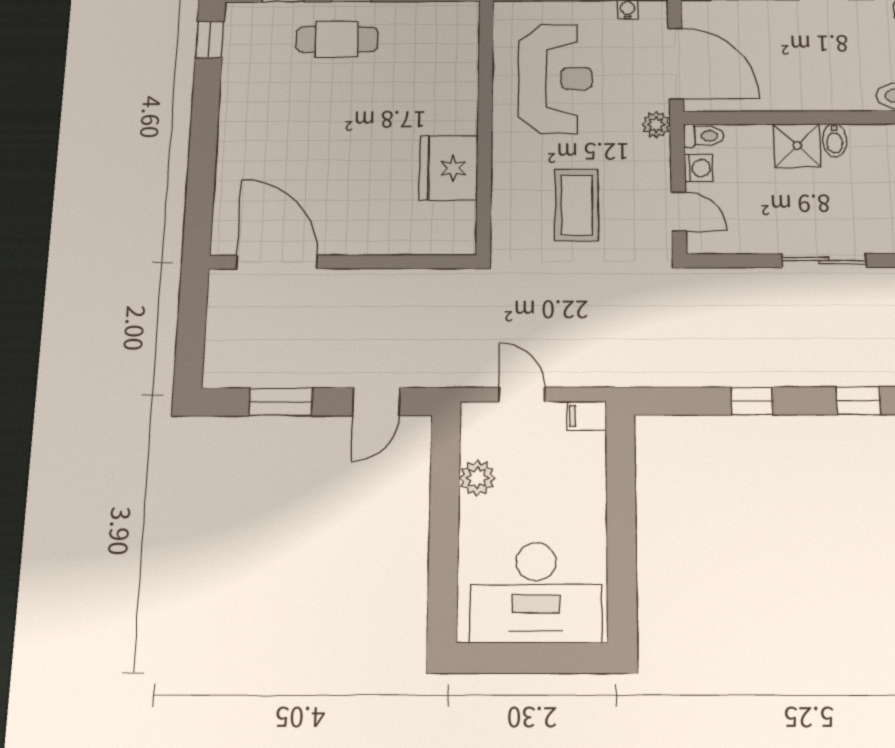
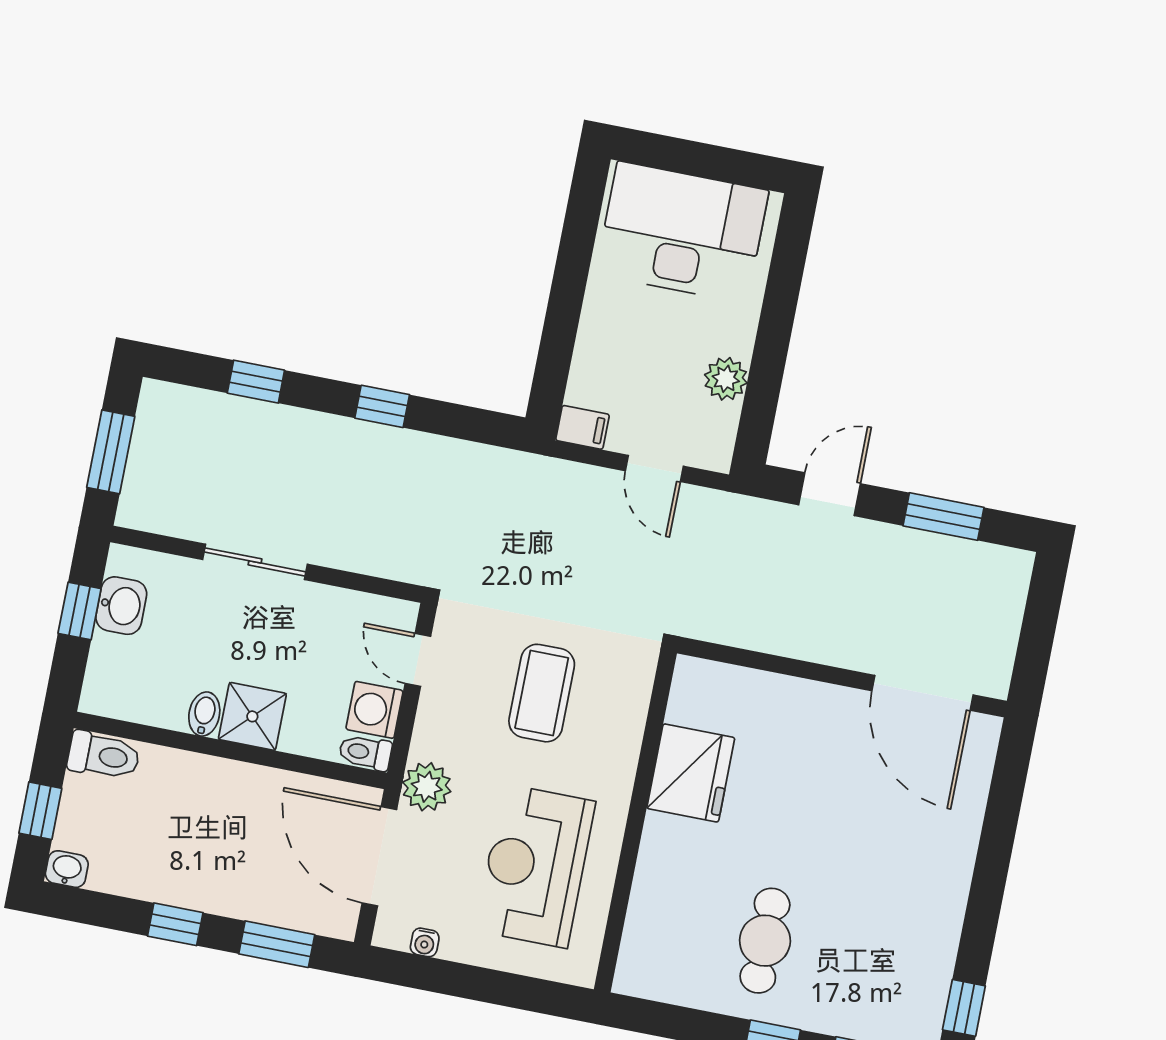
cafe table: (337, 39) -> (765, 941), moved, turned 90
plant: (656, 125) -> (427, 787), width x1.38, depth x1.38
washing machine: (699, 168) -> (374, 710), width x1.38, depth x1.38

